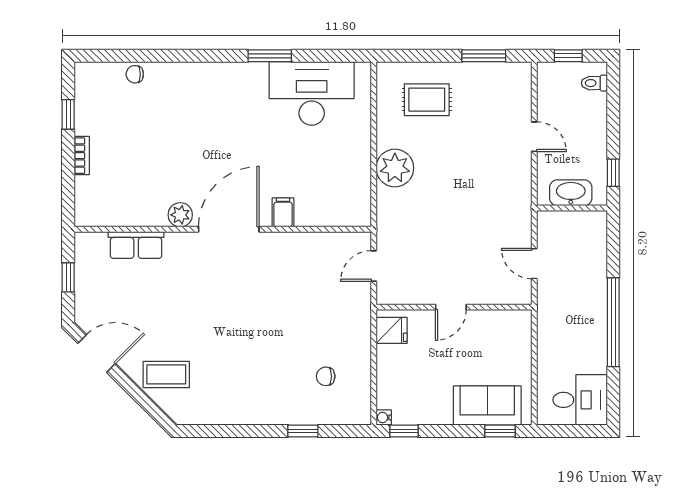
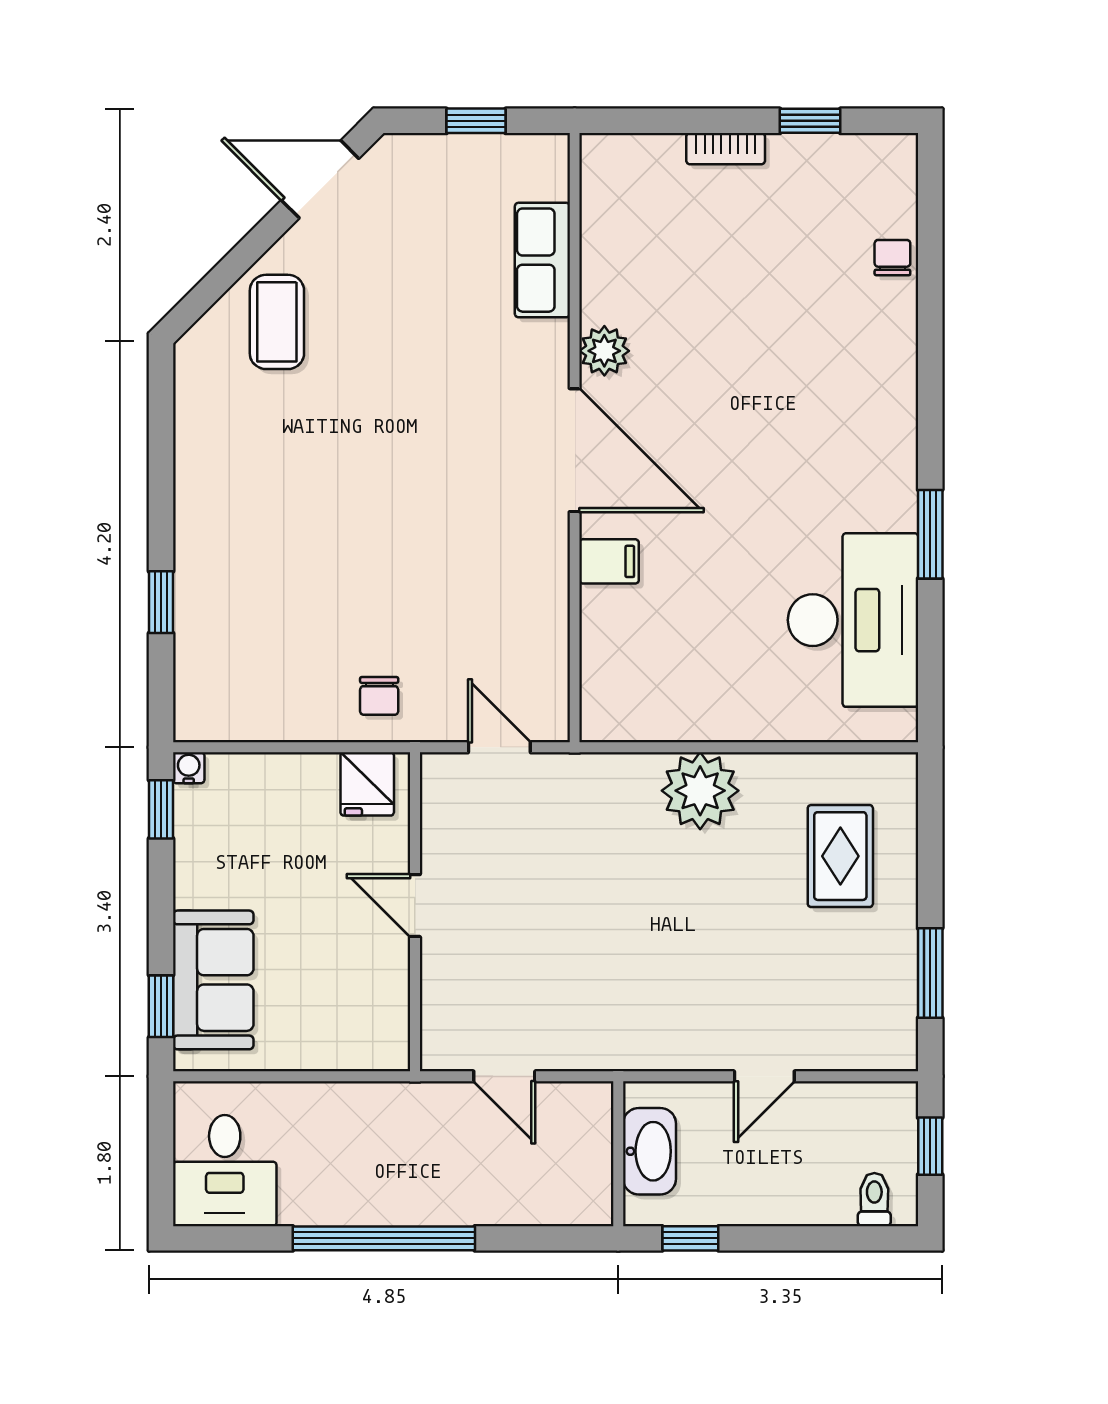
door: (534, 264) -> (504, 1076), swing flipped
door: (97, 353) -> (320, 179), swing flipped
chair: (326, 376) -> (379, 696), moved, turned 180

